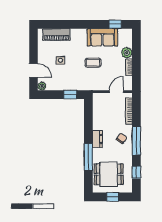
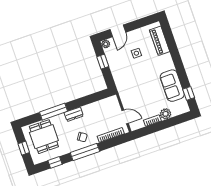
coffee table: (93, 63) -> (145, 85), removed
window: (70, 95) -> (103, 62), moved

